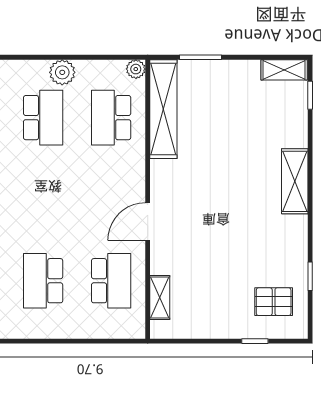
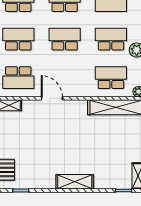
school desk: (43, 118) -> (111, 39), turned 180
school desk: (43, 199) -> (65, 39), added

